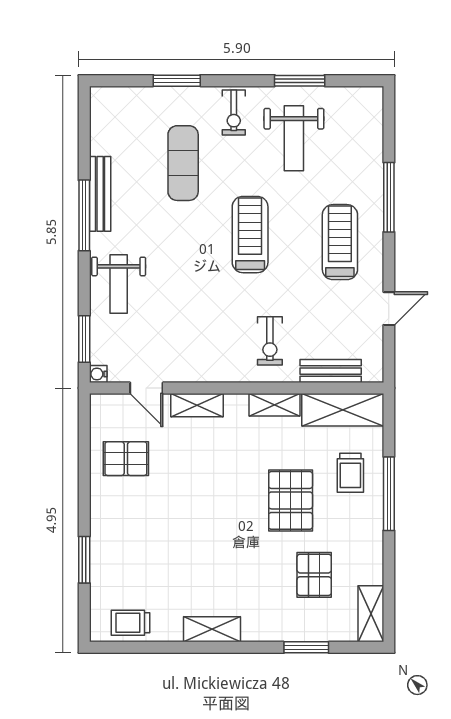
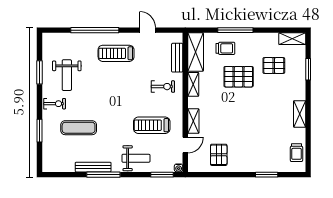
weight bench: (294, 138) -> (67, 75), turned 90
window: (389, 197) -> (95, 30), width x1.46
treadmill: (250, 235) -> (152, 125), moved

